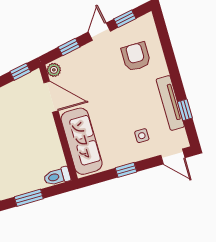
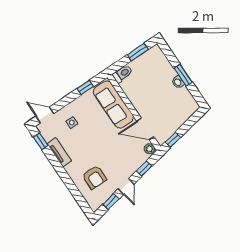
tv unit: (170, 103) -> (59, 152), width x0.71
window: (185, 110) -> (41, 141), moved
window: (126, 170) -> (85, 88), moved

